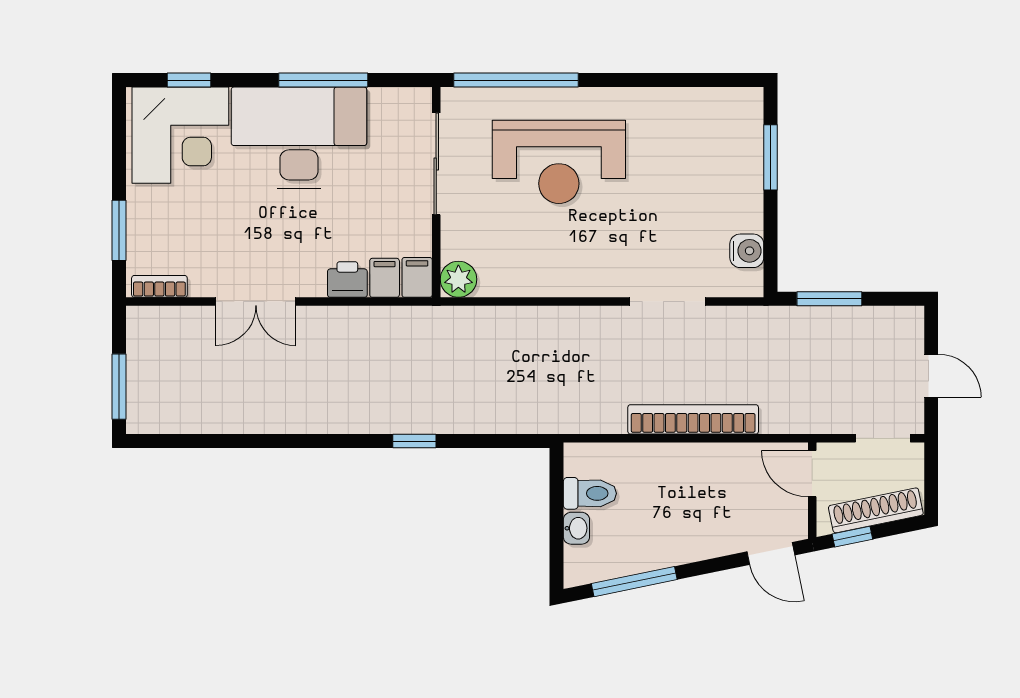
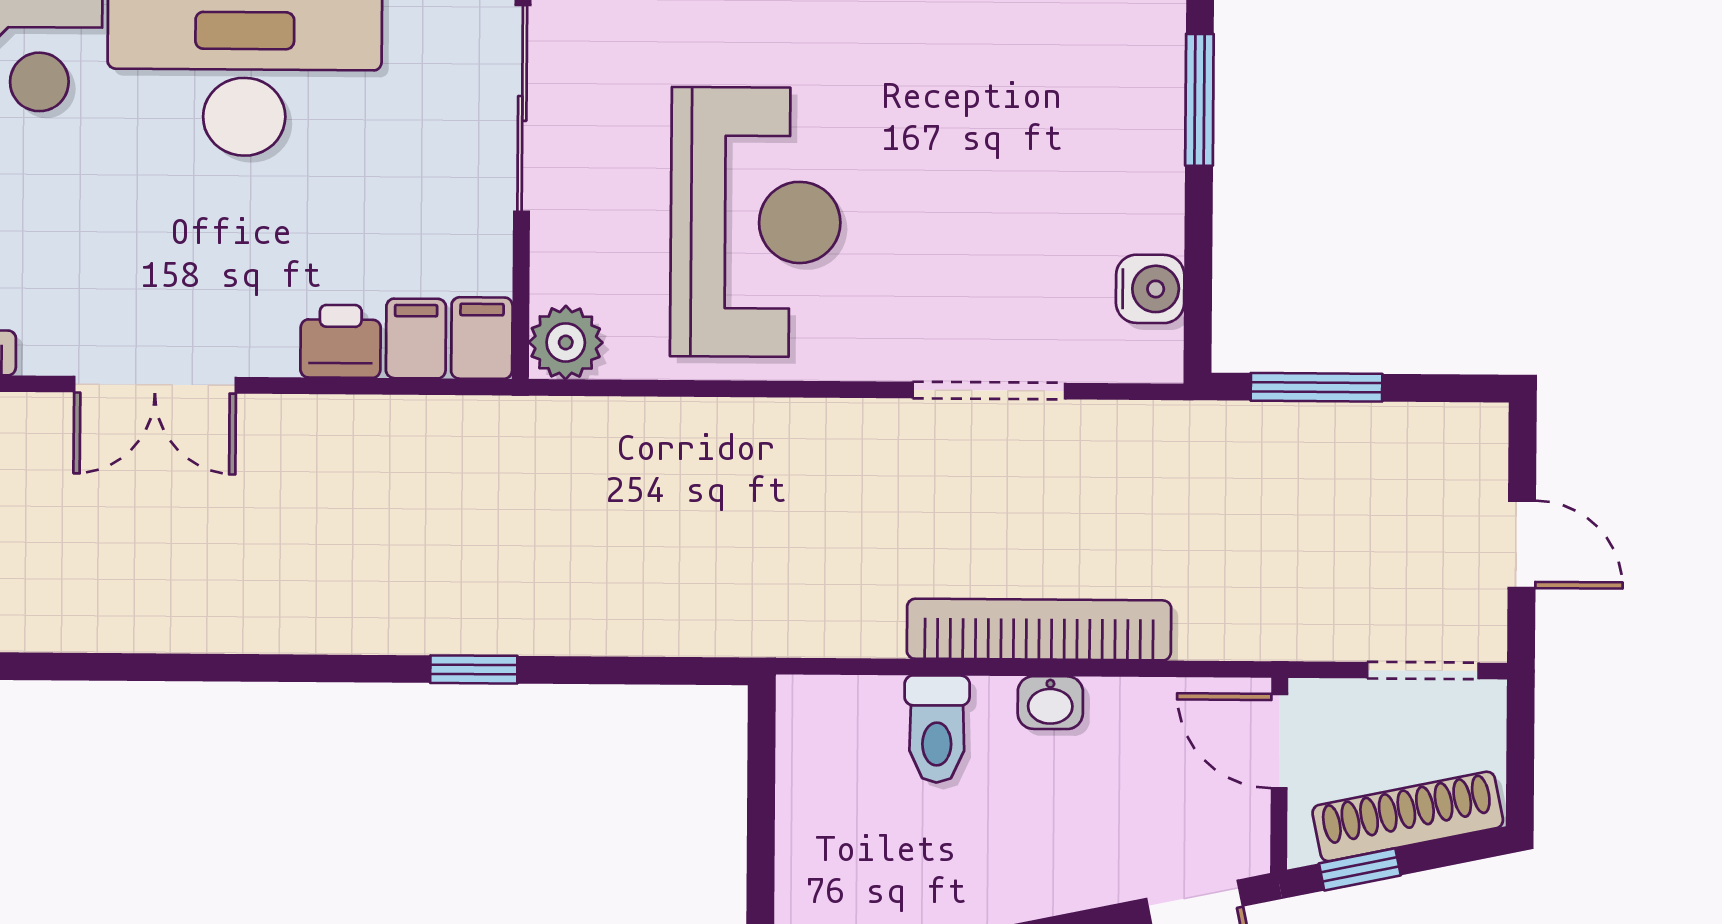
reception desk: (559, 162) -> (756, 222), moved, turned -90
toilet: (590, 493) -> (937, 729), moved, turned 90
washbasin: (576, 528) -> (1050, 703), moved, turned 90

